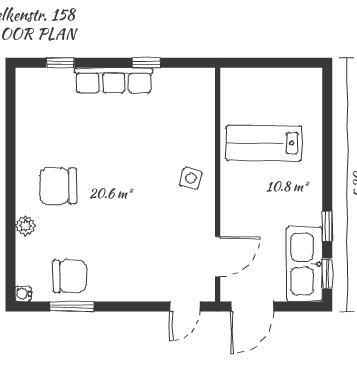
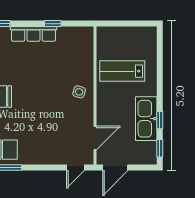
kitchen sink: (305, 264) -> (146, 119), moved

